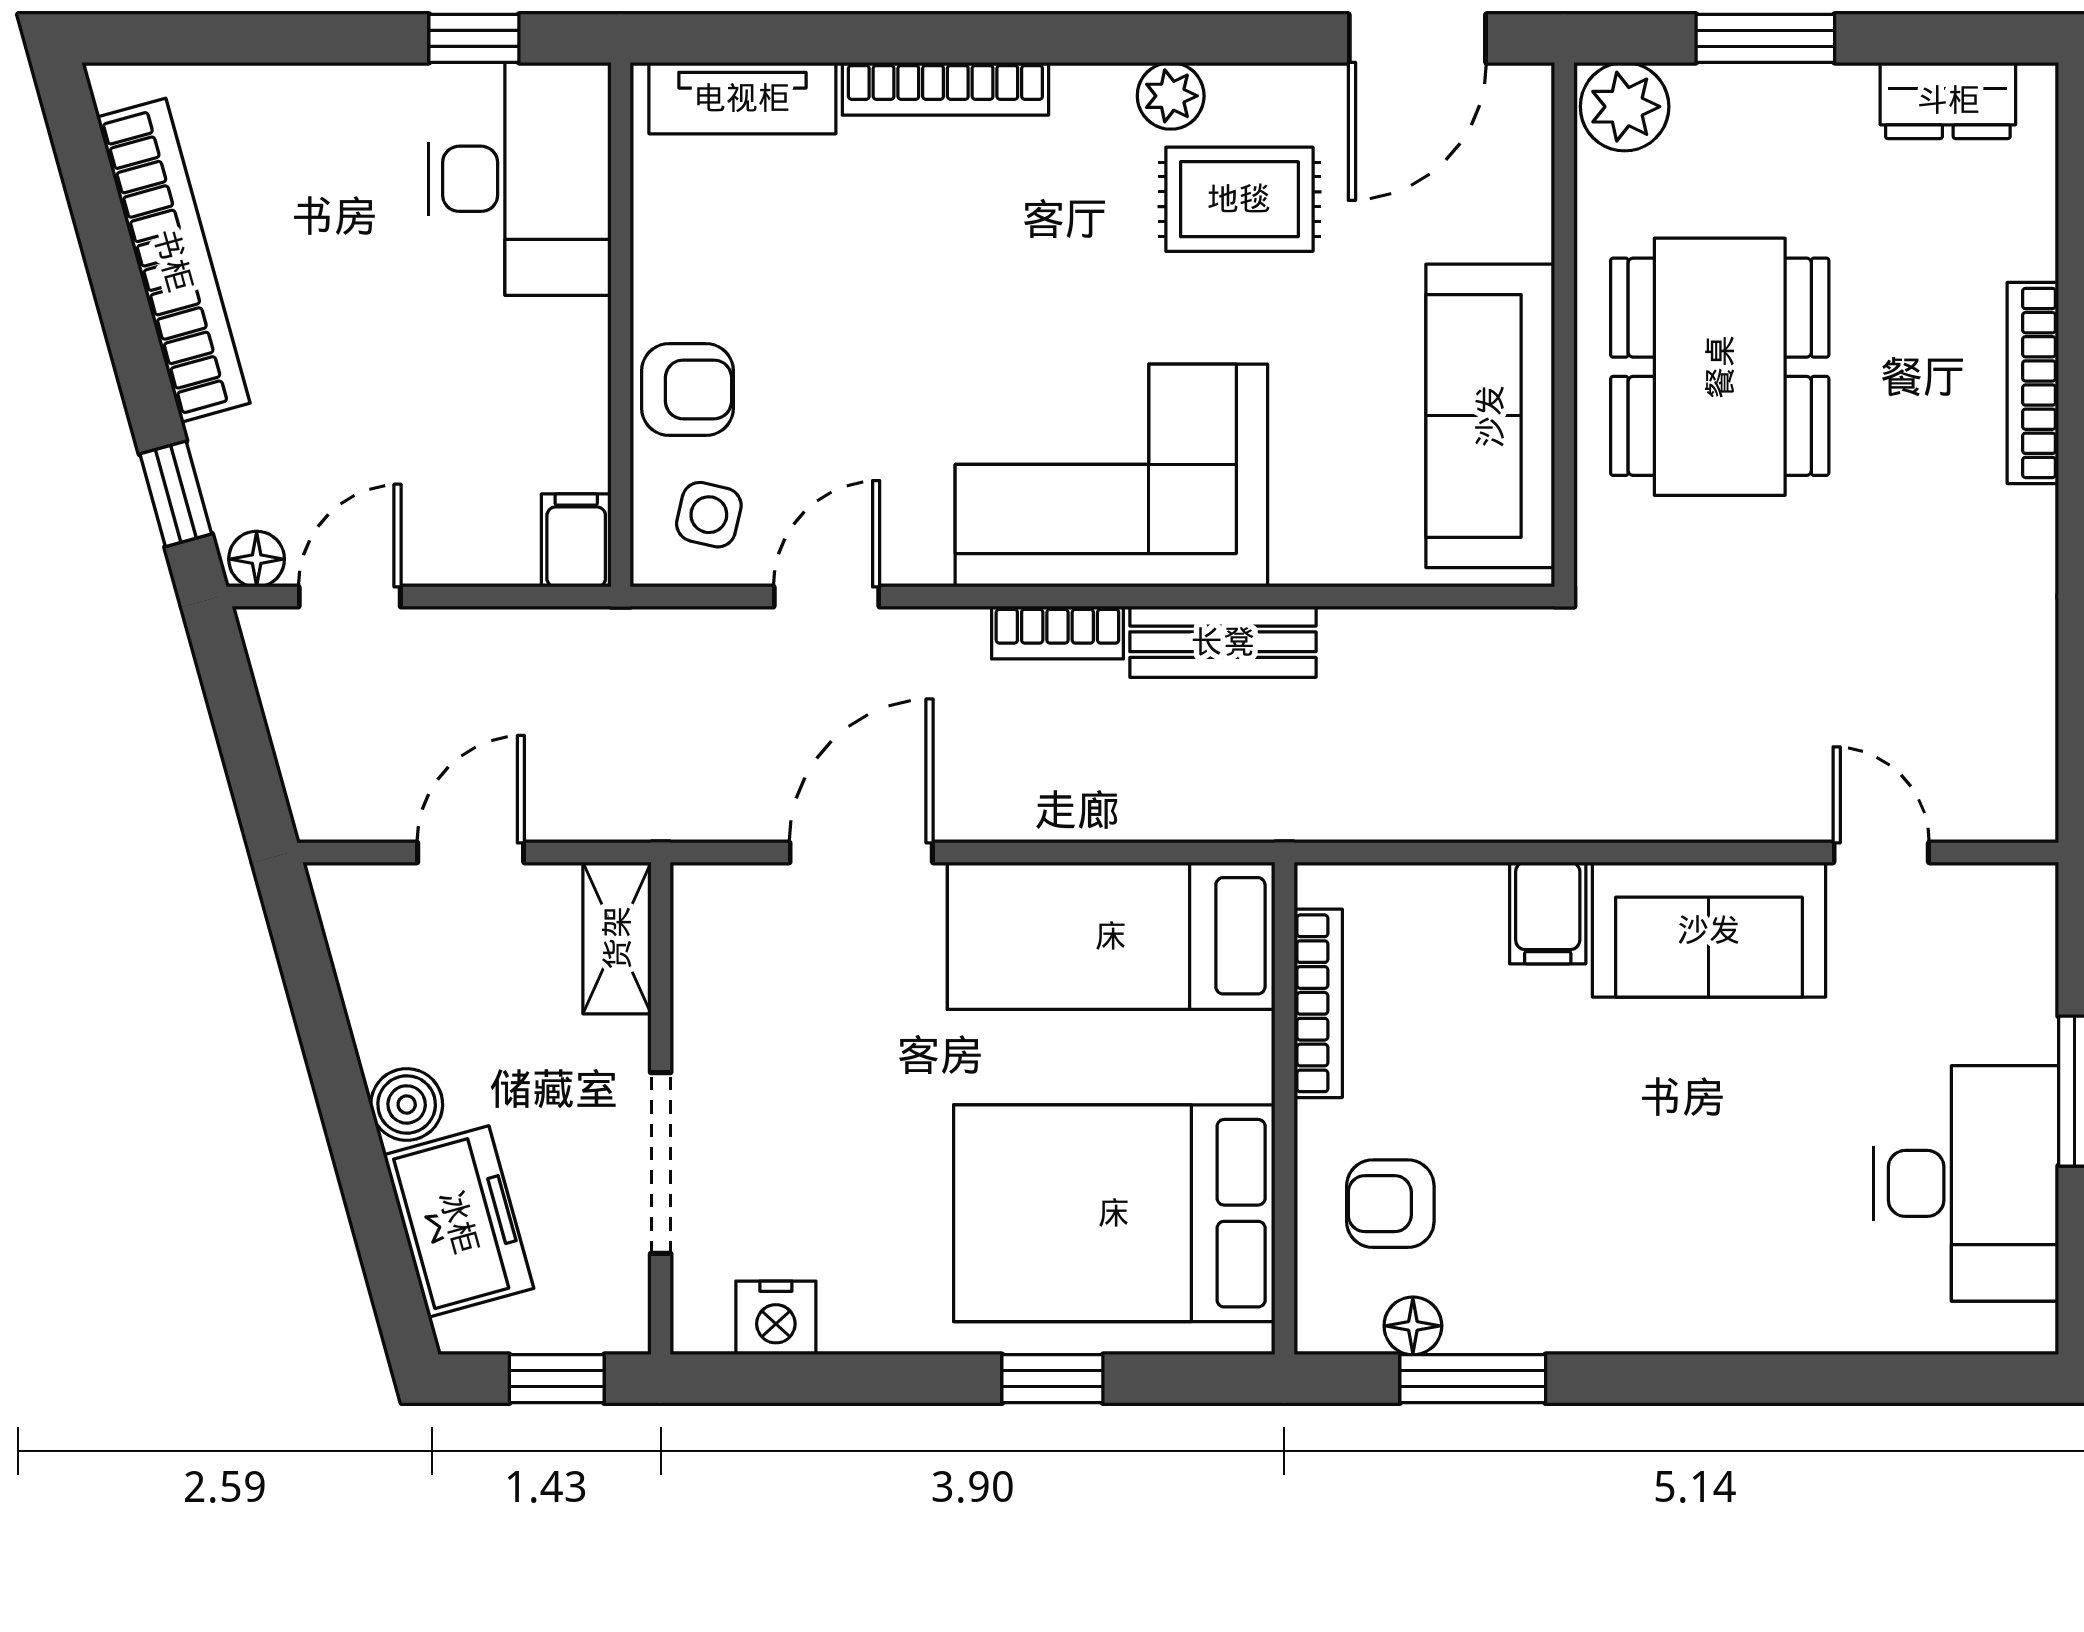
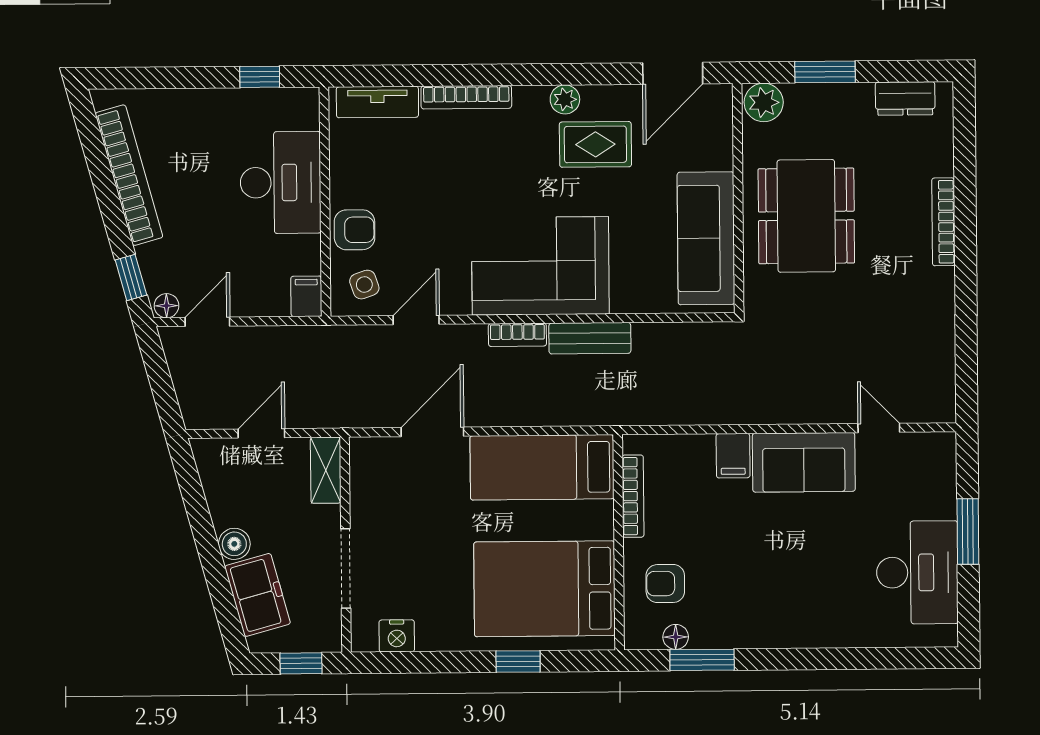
desk: (520, 179) -> (281, 183), moved
side table: (709, 515) -> (364, 285), turned -32

